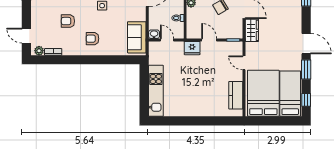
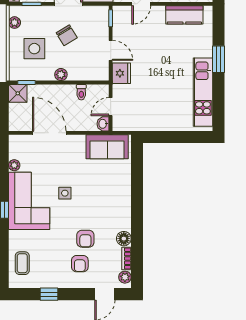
armchair: (92, 39) -> (80, 264), moved
door: (209, 40) -> (111, 50), swing flipped
floor lamp: (68, 50) -> (124, 239), added
kitchen unit: (156, 91) -> (203, 92), moved, turned -90
window: (203, 121) -> (219, 59), added

